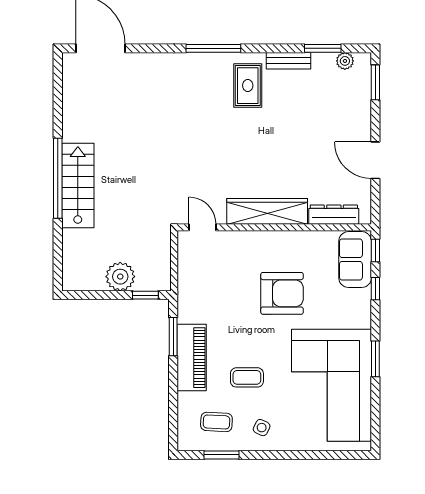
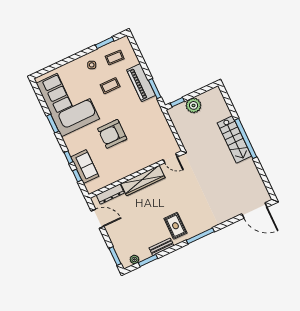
wardrobe: (267, 211) -> (143, 181), moved
dresser: (334, 215) -> (110, 194), moved
door: (202, 227) -> (170, 158), moved
wall: (274, 227) -> (136, 174), moved

